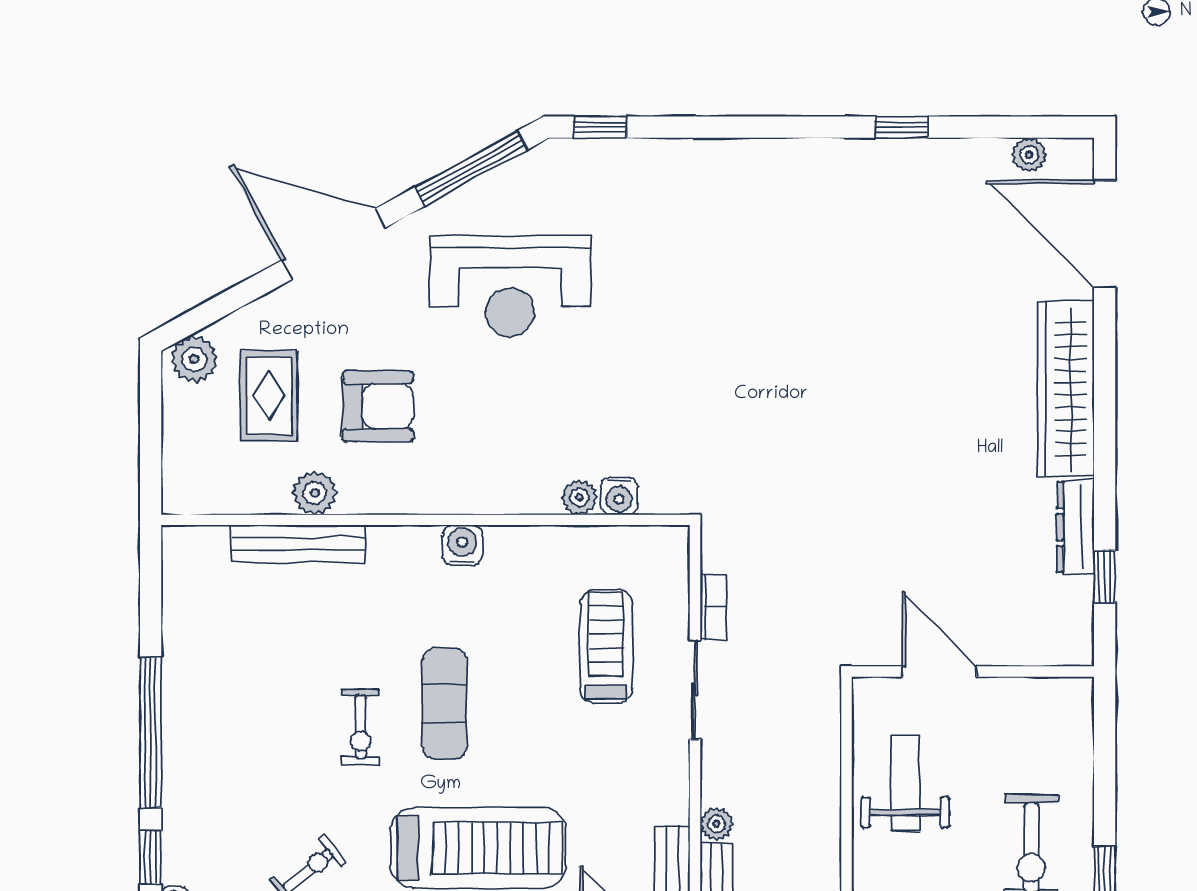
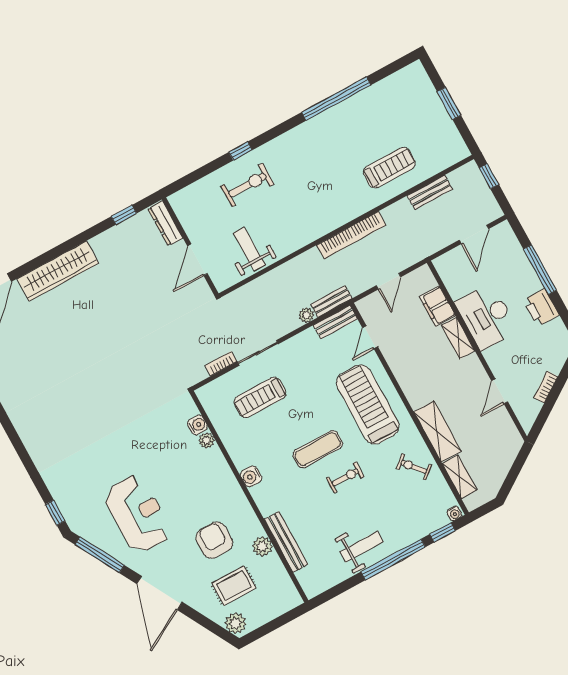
dresser: (1076, 527) -> (165, 223), moved, turned 90
weight bench: (209, 685) -> (361, 547), added
weight bench: (905, 783) -> (249, 249), turned 90

